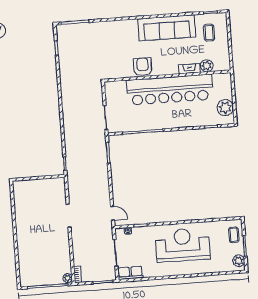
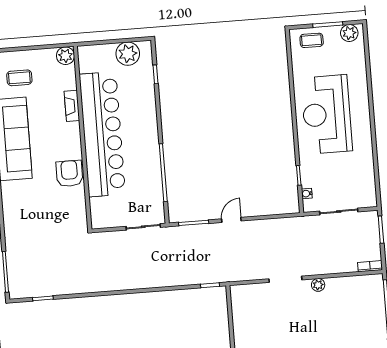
plant: (207, 66) -> (65, 56), moved
armchair: (143, 67) -> (69, 174), turned 90
door: (113, 213) -> (231, 220), moved
row of seats: (130, 273) -> (368, 190), removed
plant: (68, 278) -> (318, 285), moved

